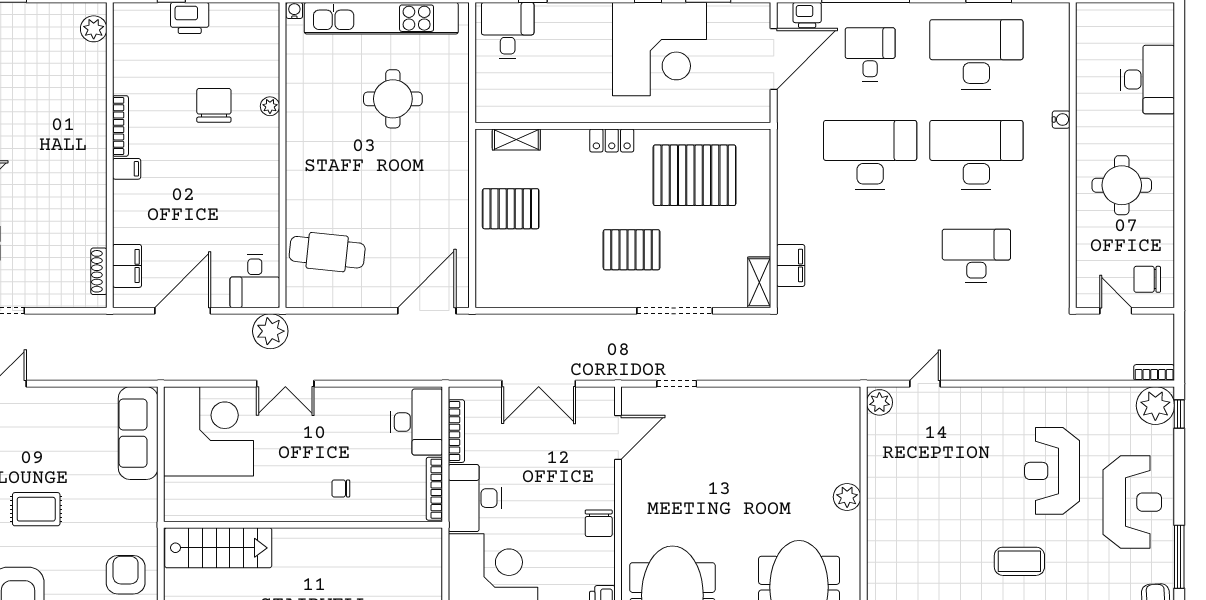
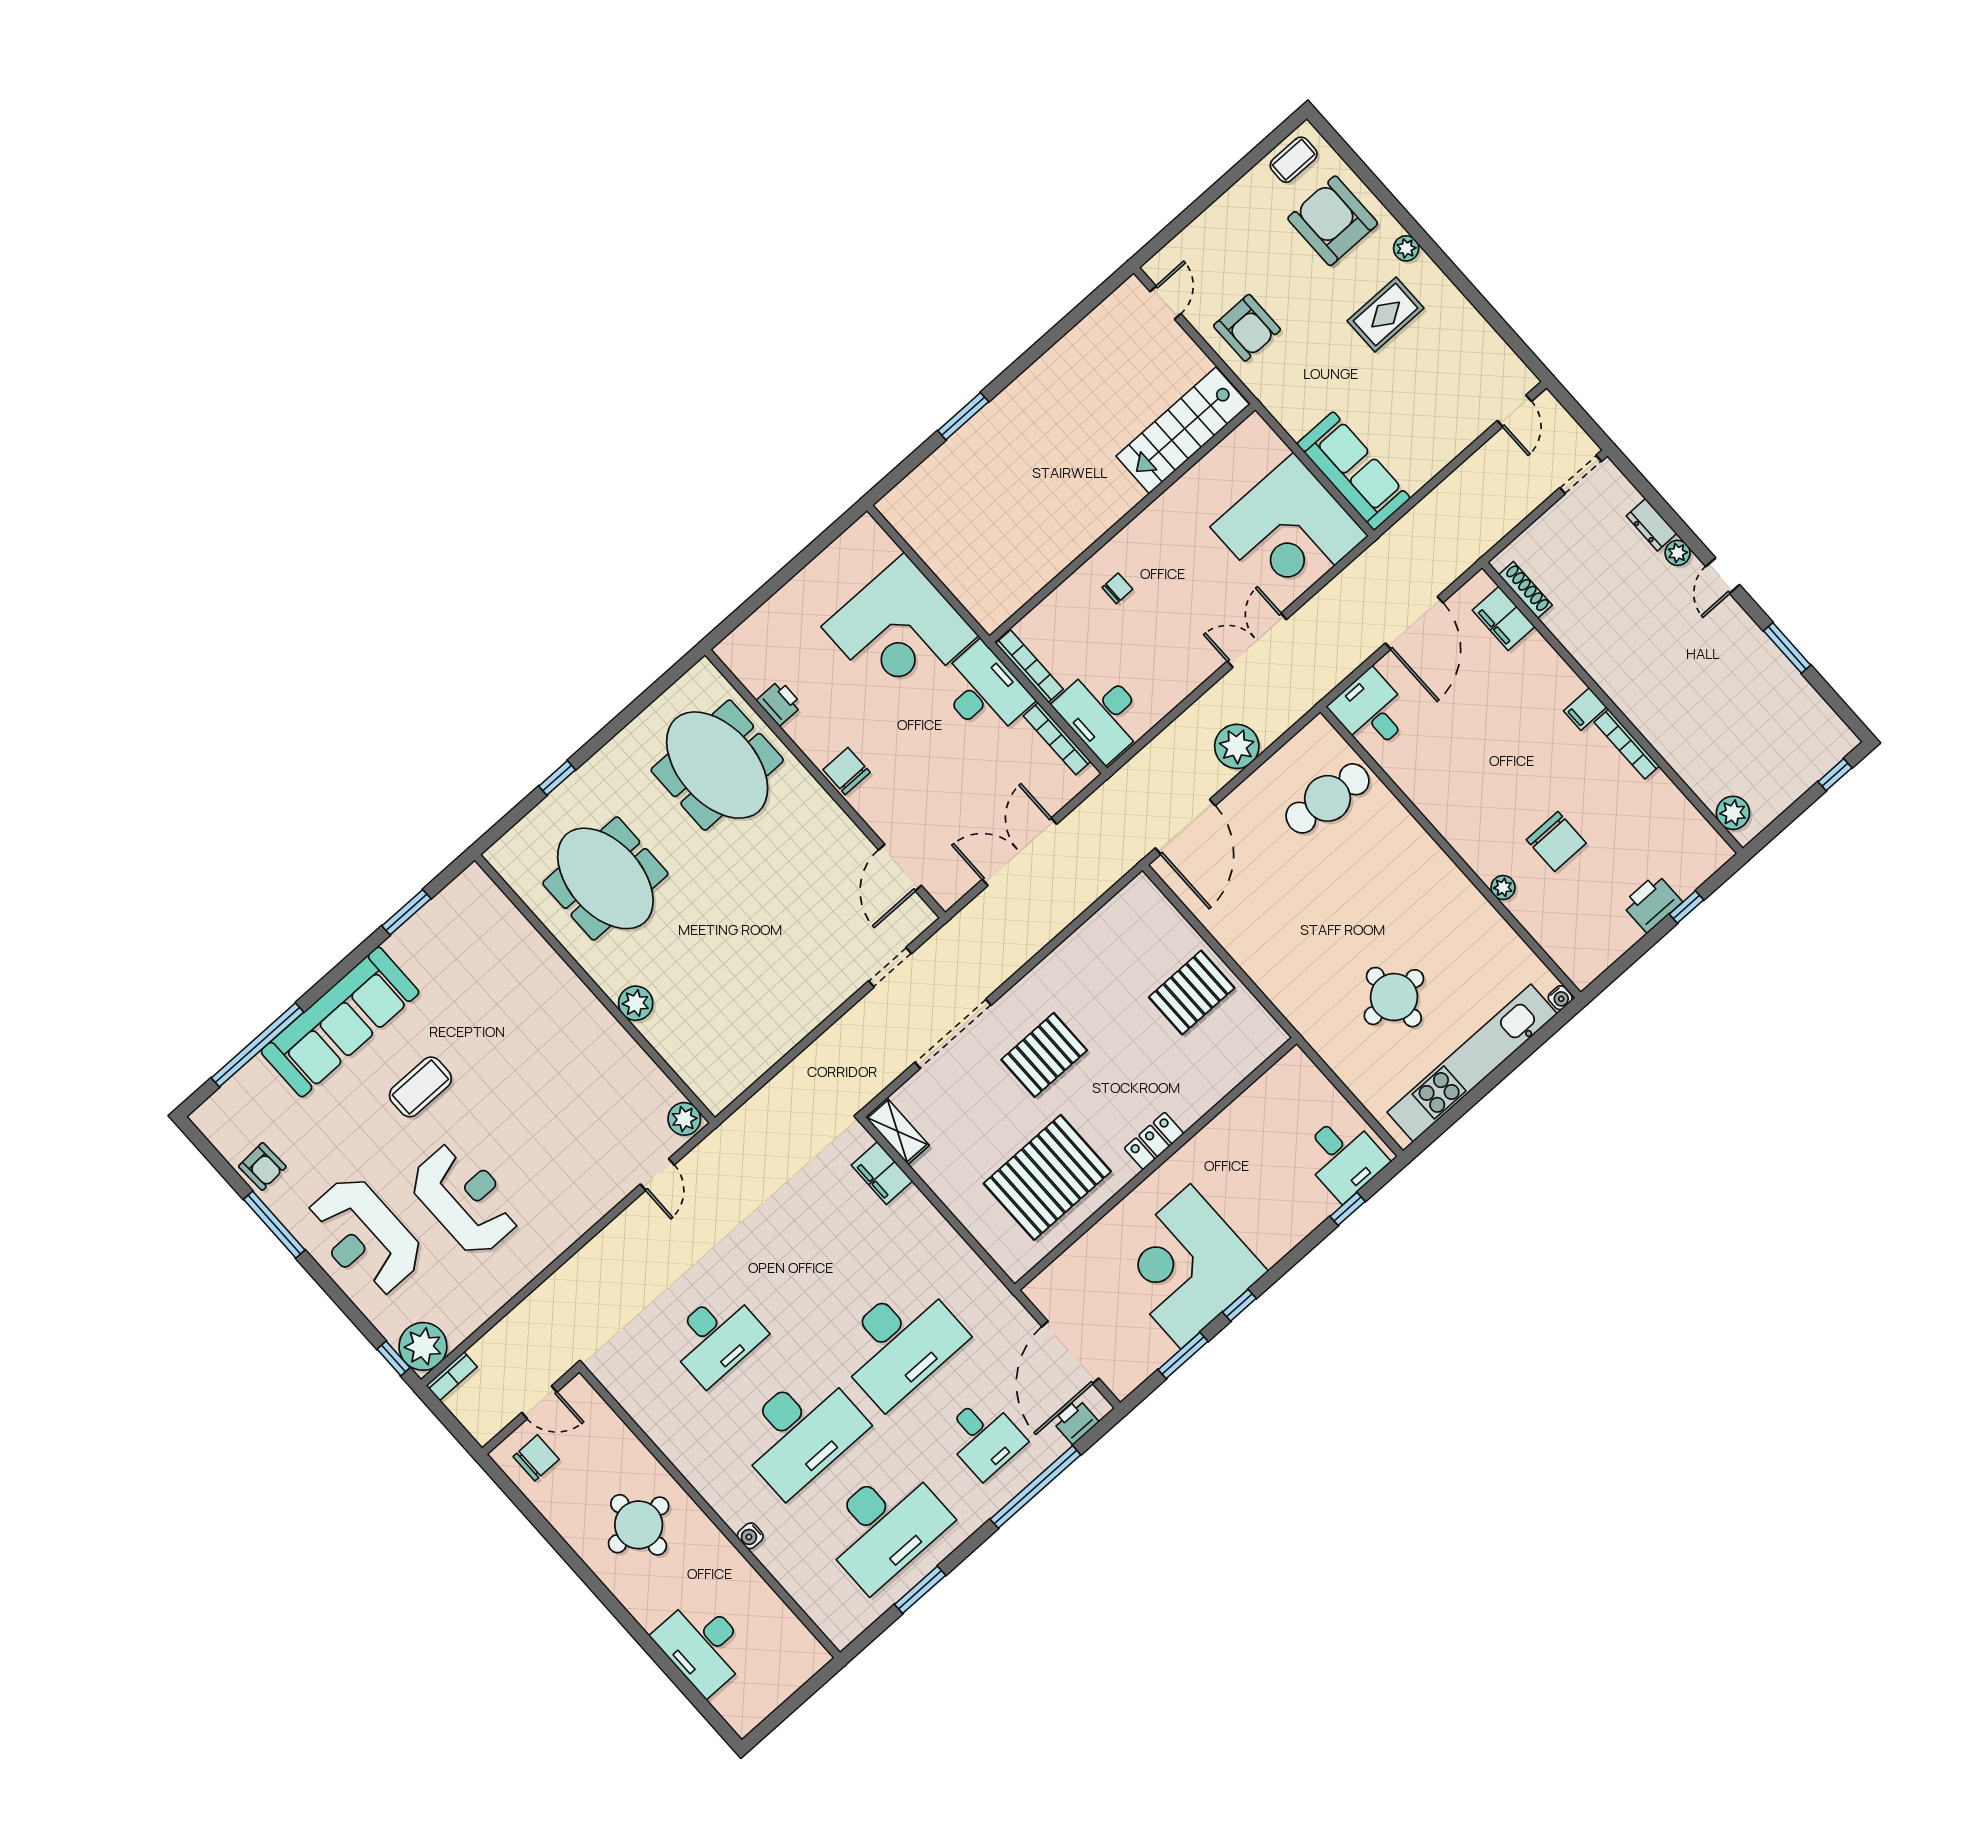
shelving: (516, 139) -> (1244, 1062), removed
plant: (270, 331) -> (1237, 746), moved

